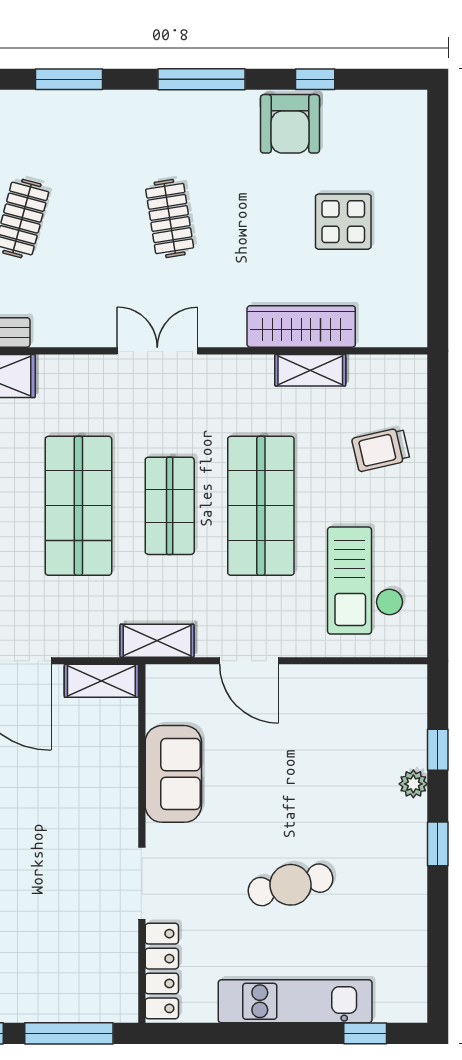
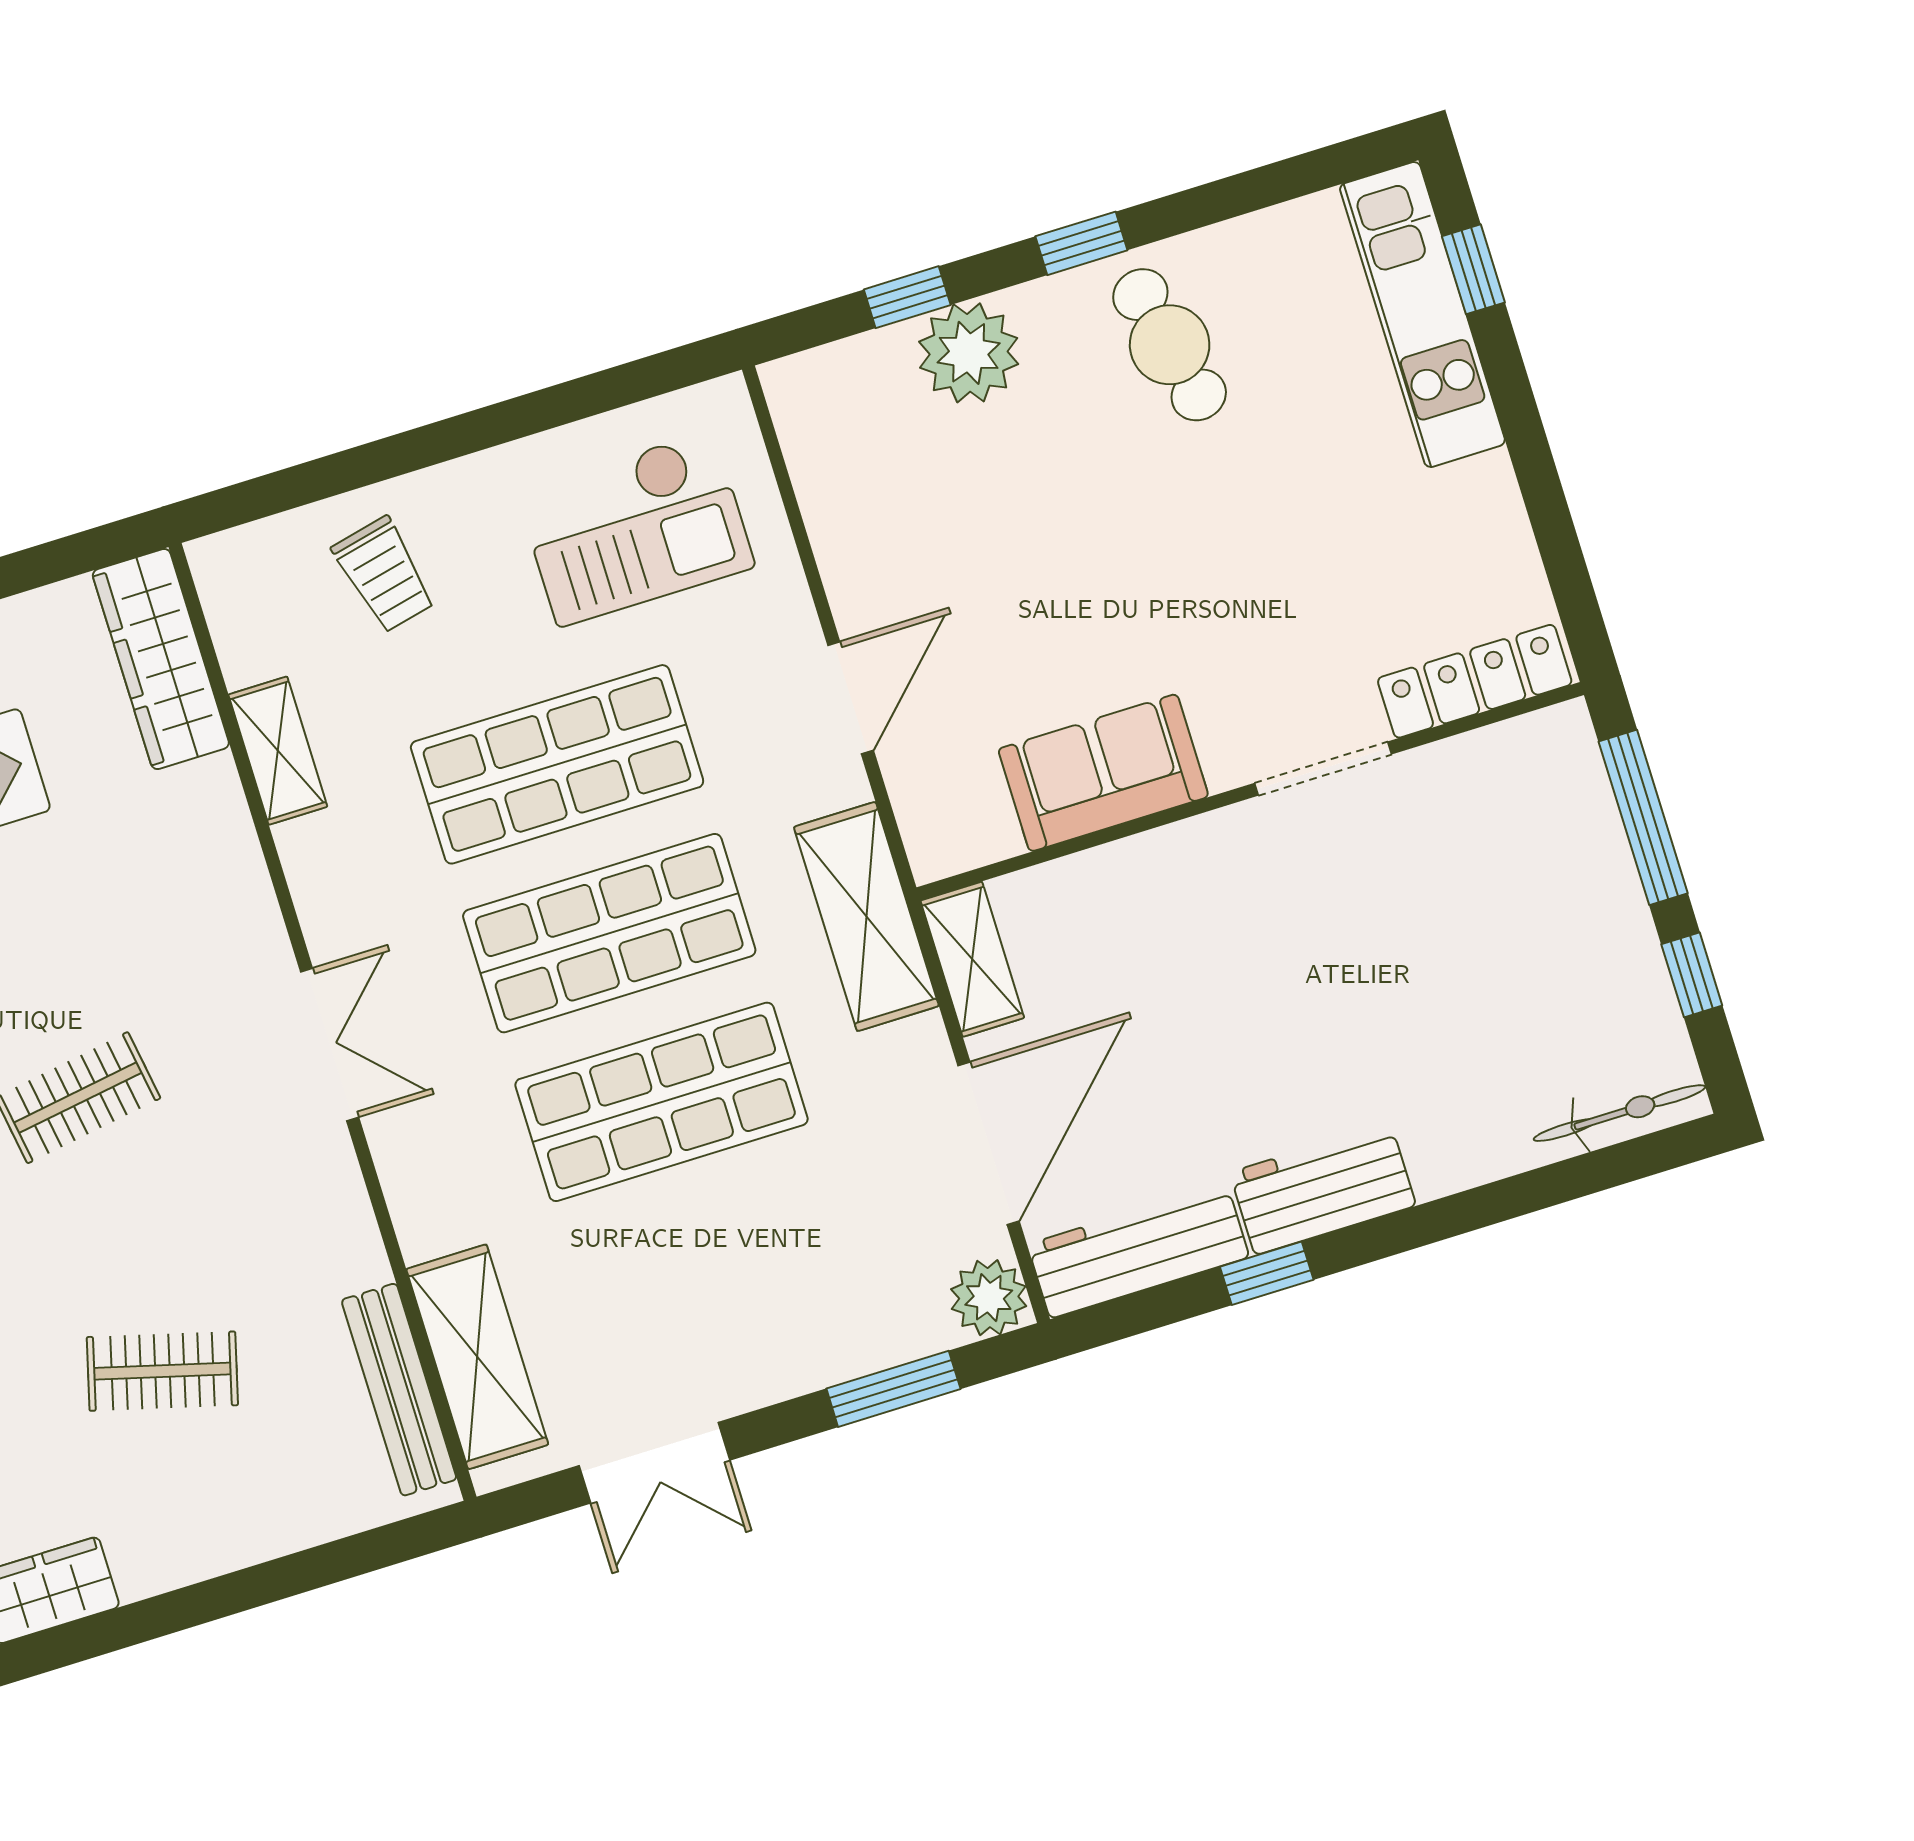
wardrobe: (301, 326) -> (161, 659), moved
double door: (157, 351) -> (330, 1045), swing flipped
shop shelf: (170, 506) -> (609, 933), width x1.43, depth x1.36
shelving: (157, 641) -> (866, 916), width x1.50, depth x1.33
plant: (413, 784) -> (969, 353), width x1.88, depth x1.88
cafe table: (291, 885) -> (1170, 345), moved
kitchen unit: (295, 1001) -> (1422, 315), moved

